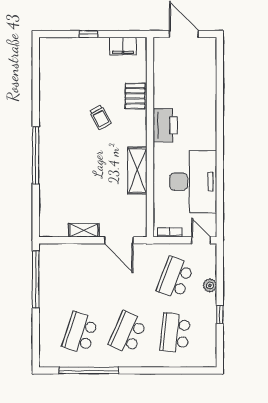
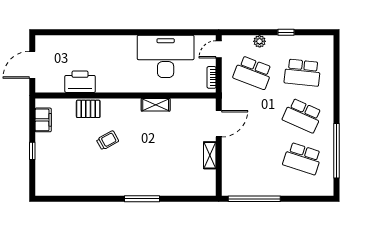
printer: (165, 125) -> (80, 82), moved
window: (36, 155) -> (142, 199), width x0.68
shelving: (137, 170) -> (156, 105), width x0.67, depth x0.75

